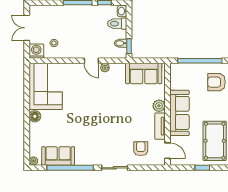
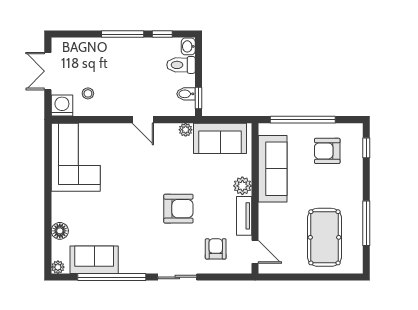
plant: (105, 68) -> (186, 130), moved
sofa: (179, 113) -> (273, 169), moved
floor lamp: (35, 116) -> (60, 231), moved
armchair: (115, 121) -> (178, 209), added
window: (202, 168) -> (306, 277), removed

